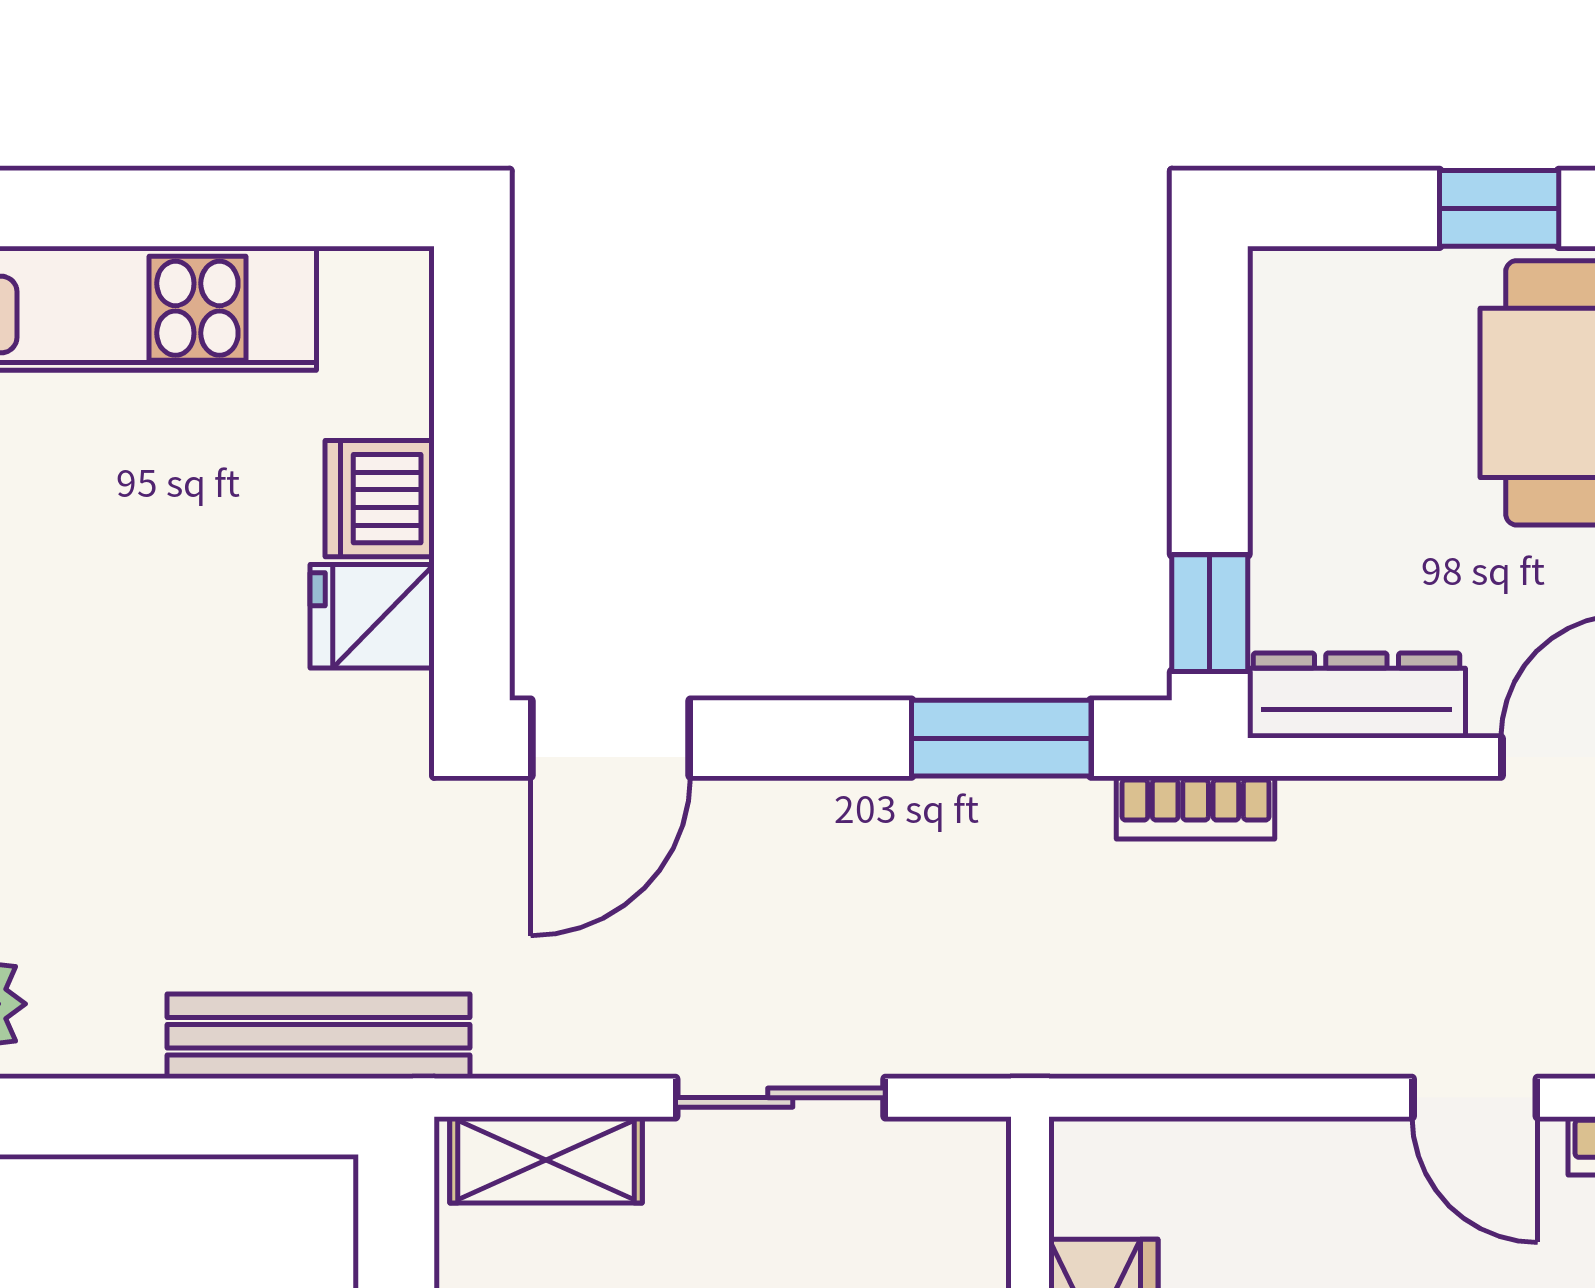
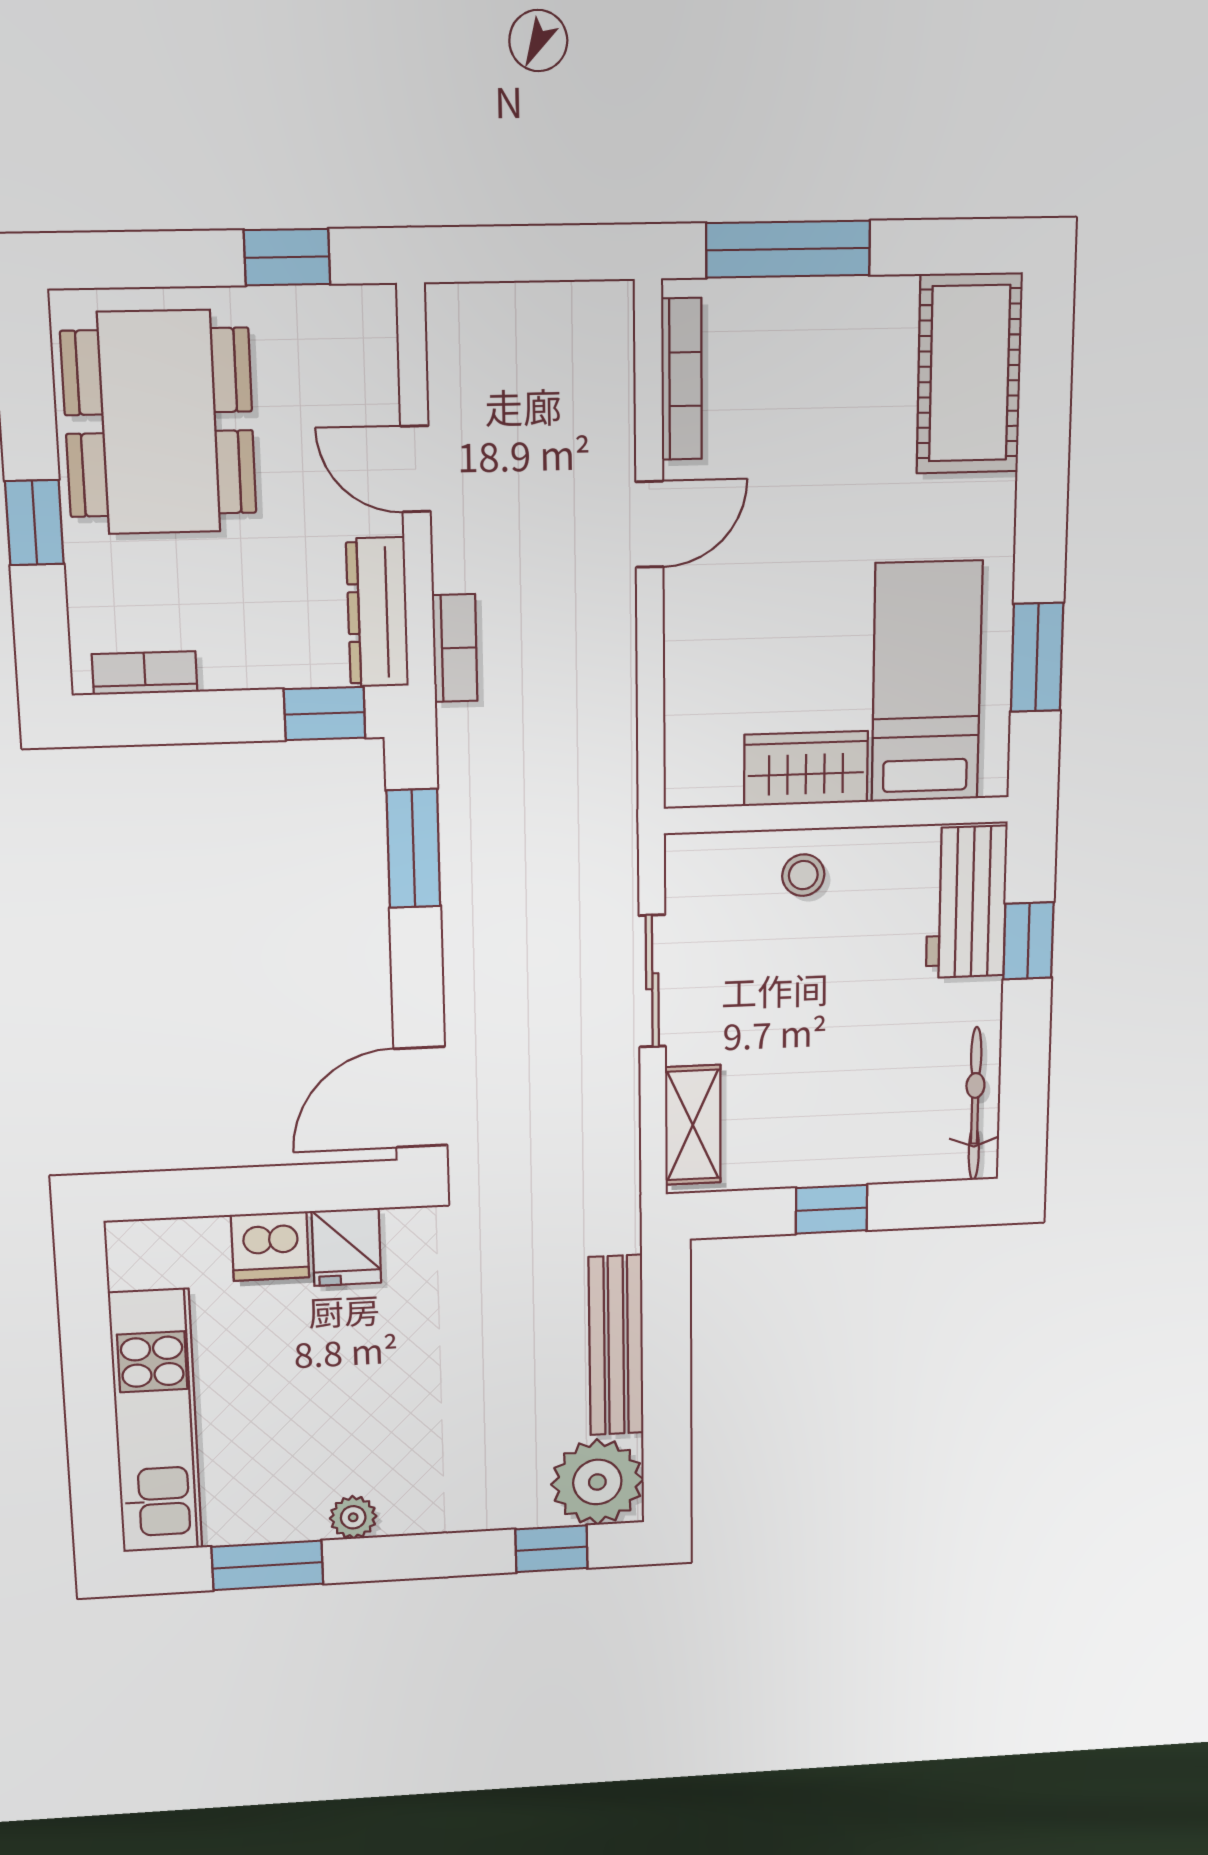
bookcase: (1278, 353) -> (145, 673), added
door: (611, 738) -> (421, 1097), swing flipped
bookcase: (1196, 808) -> (455, 648), moved
bench: (318, 1036) -> (616, 1345), moved

